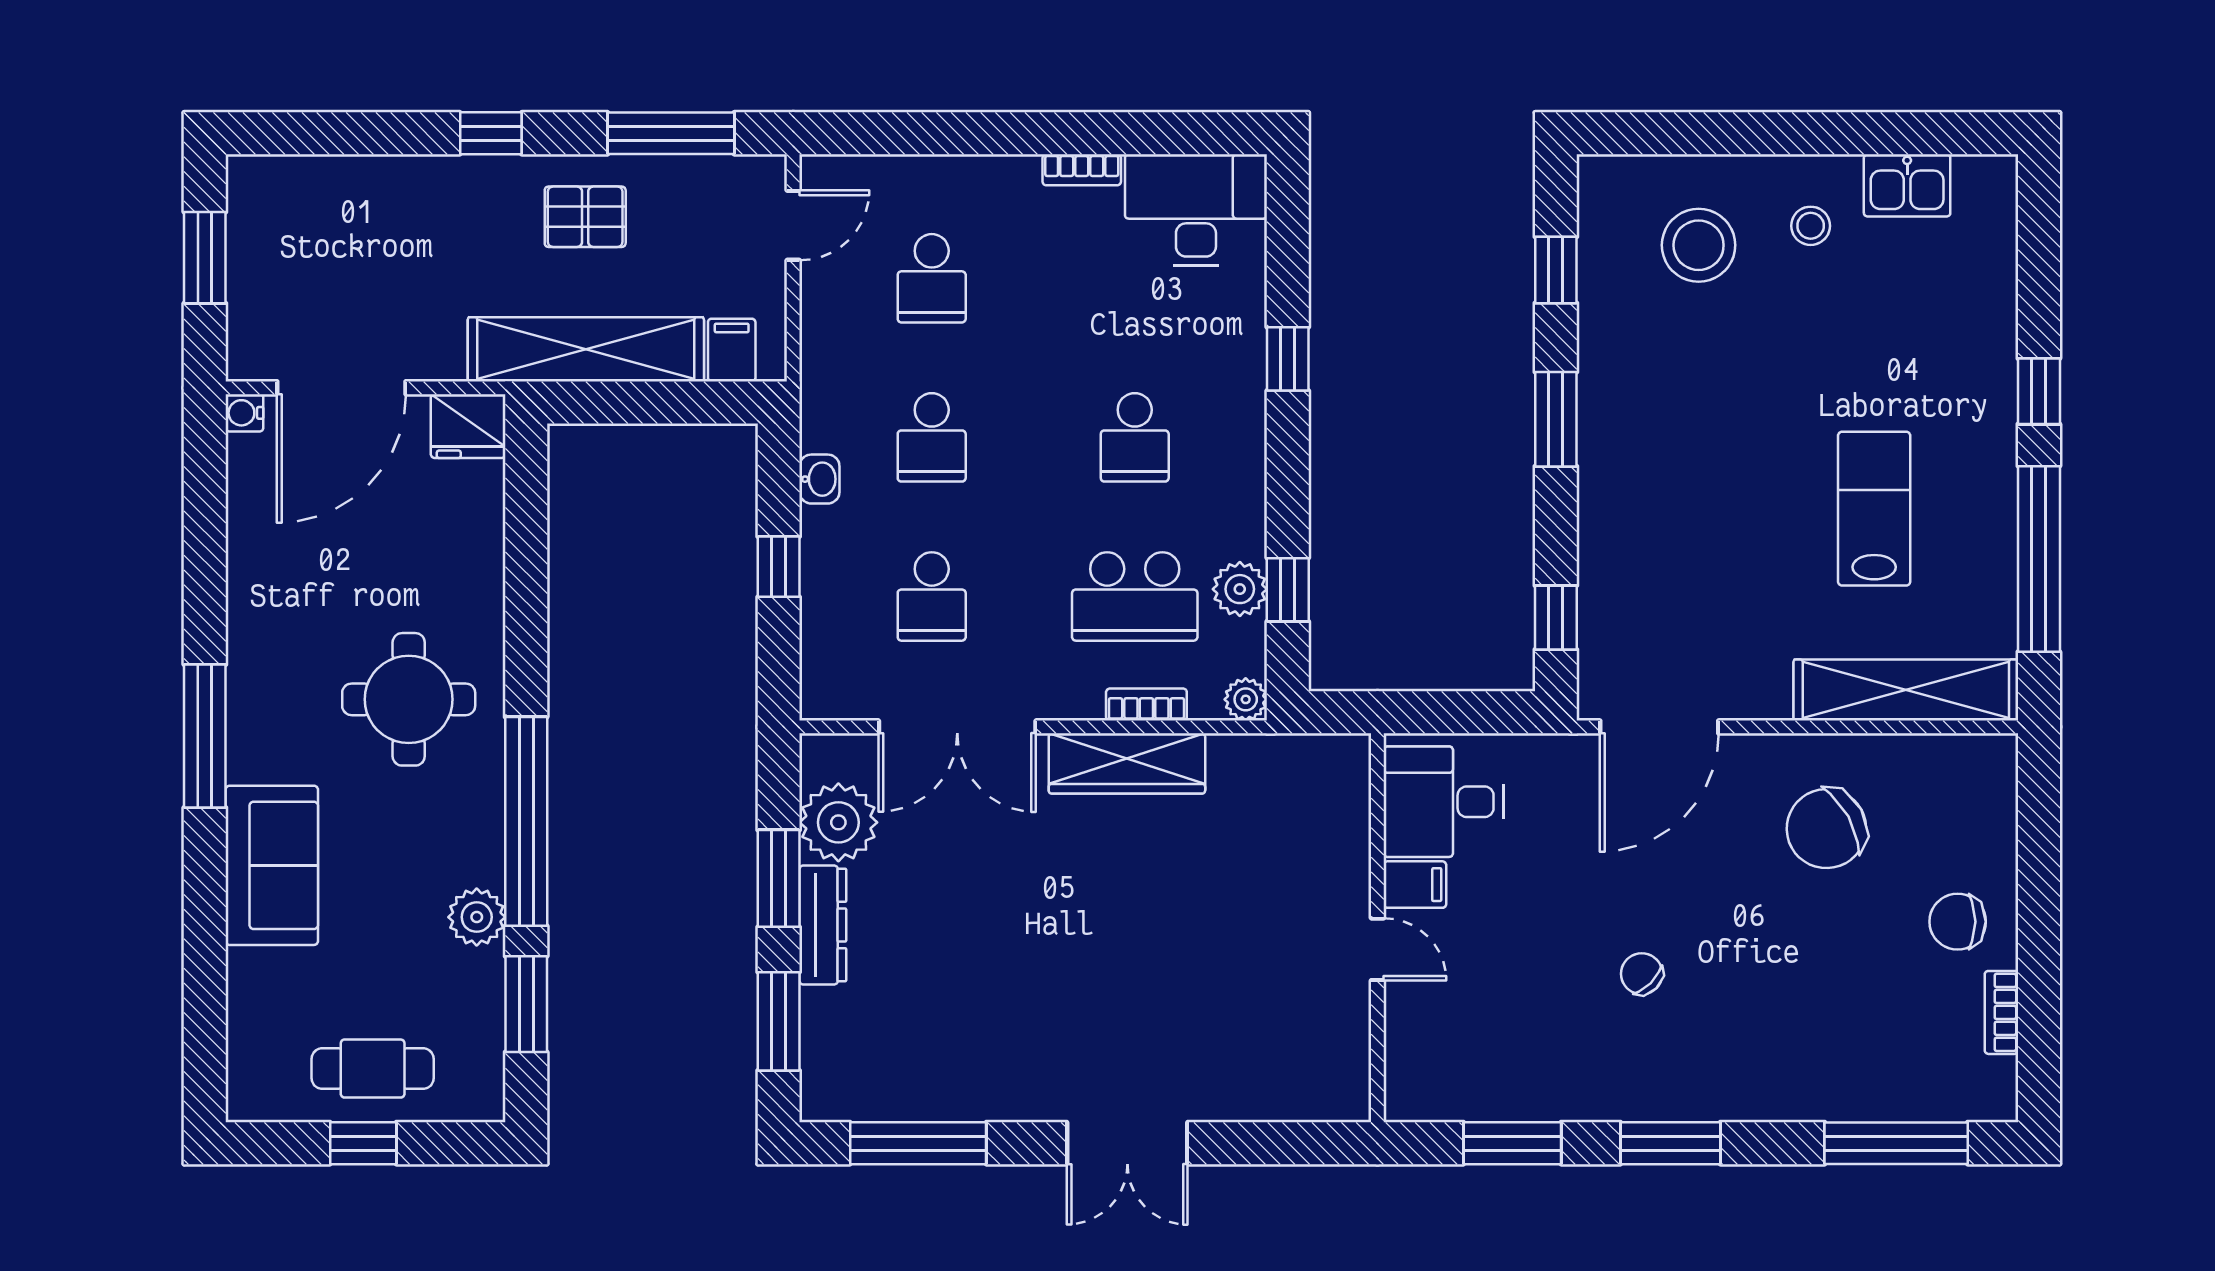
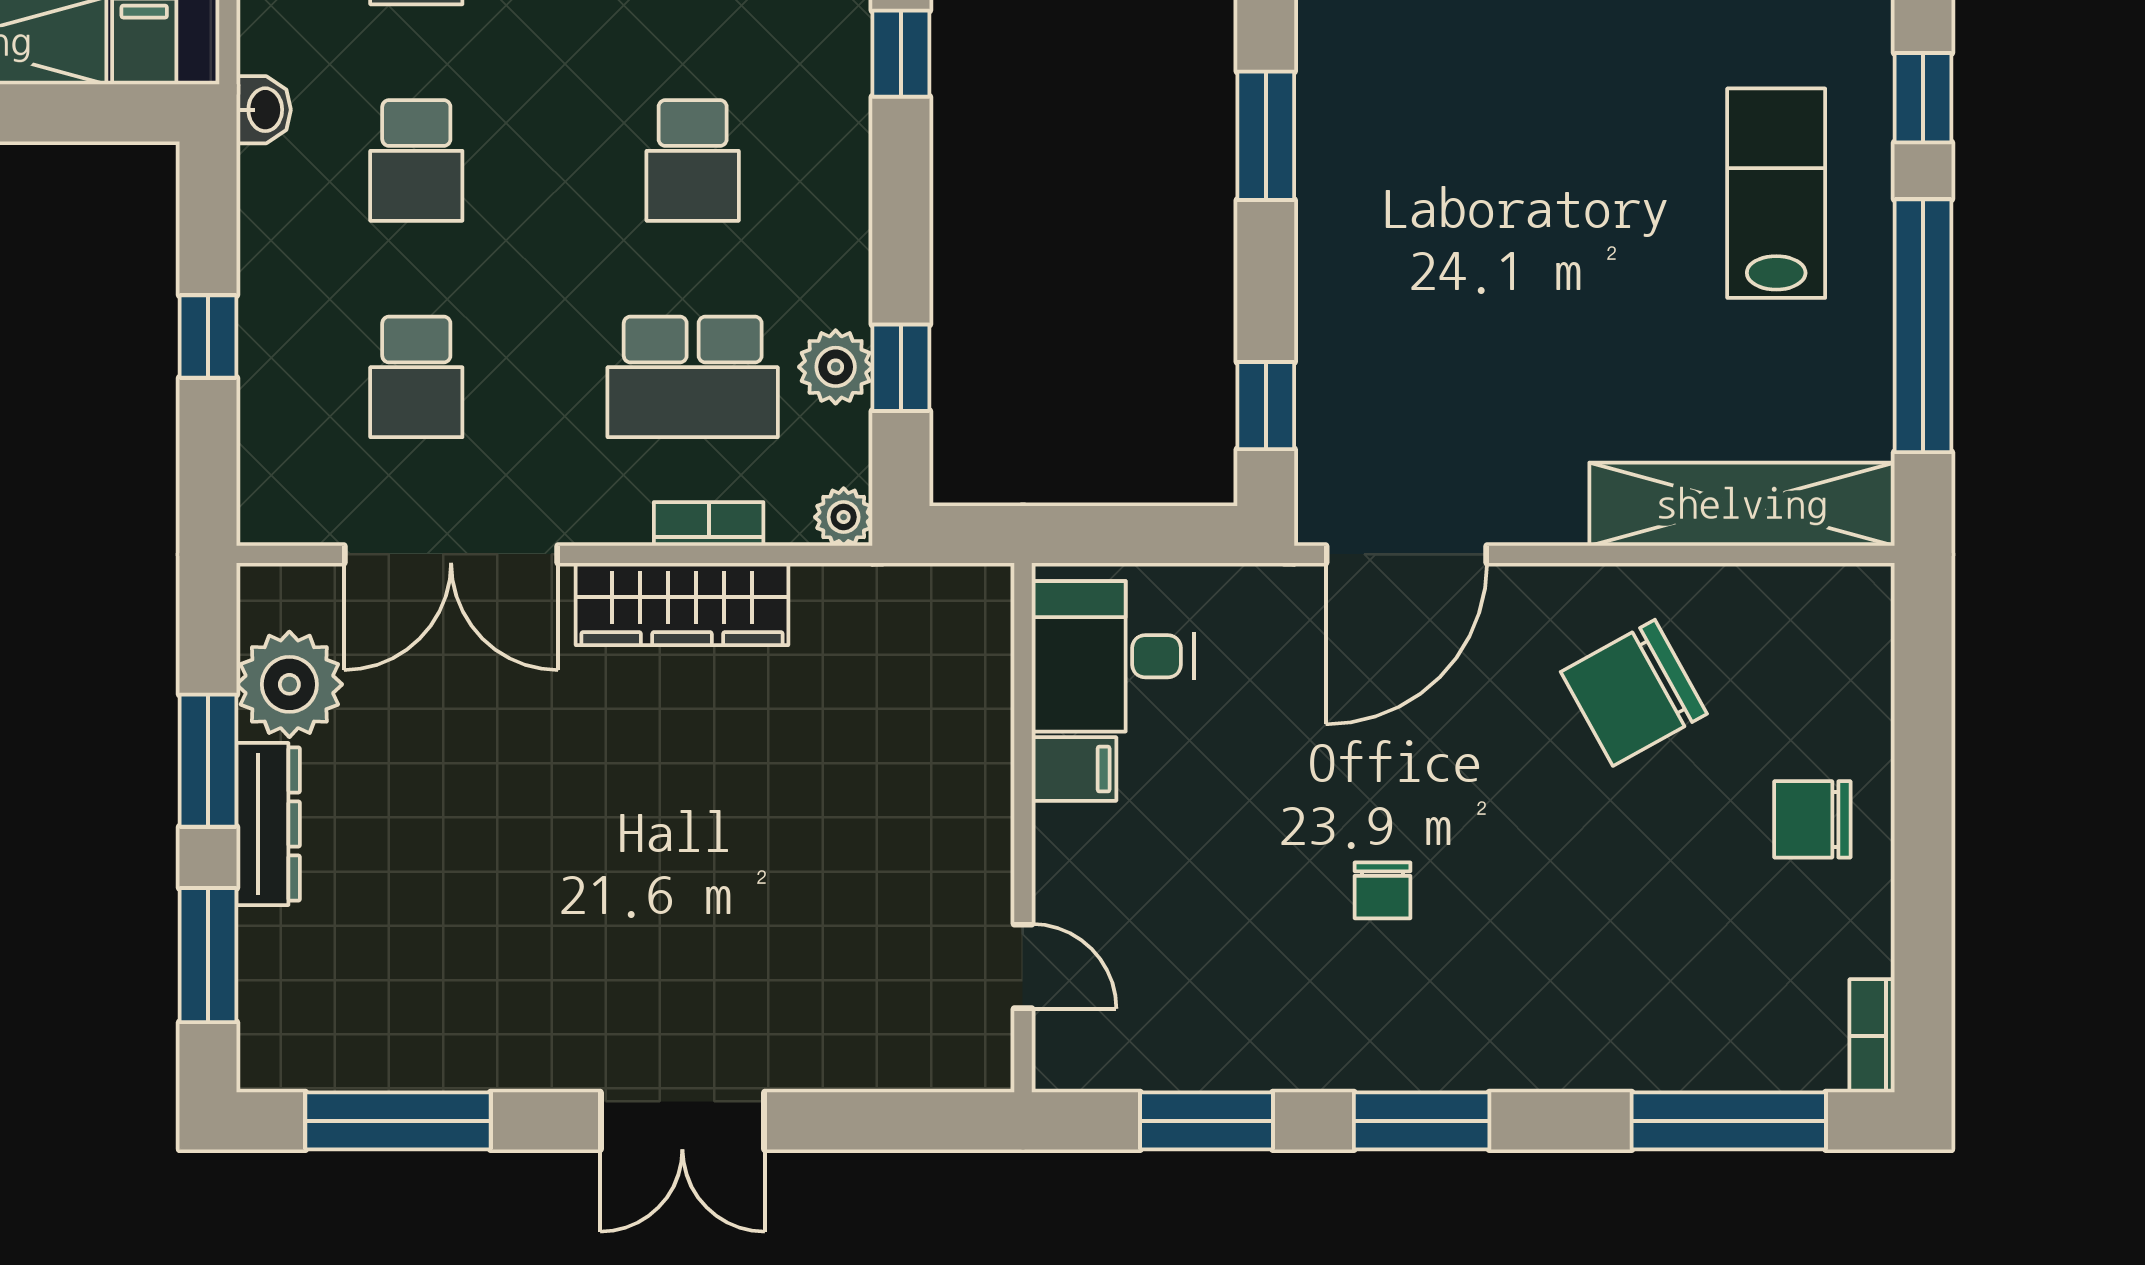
washbasin: (819, 479) -> (264, 110), moved
lab bench: (1874, 509) -> (1776, 193), moved
door: (1377, 949) -> (1023, 966), moved
chair: (1642, 974) -> (1383, 890), turned -135
bookcase: (2001, 1012) -> (1872, 1036), moved

